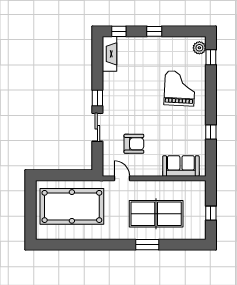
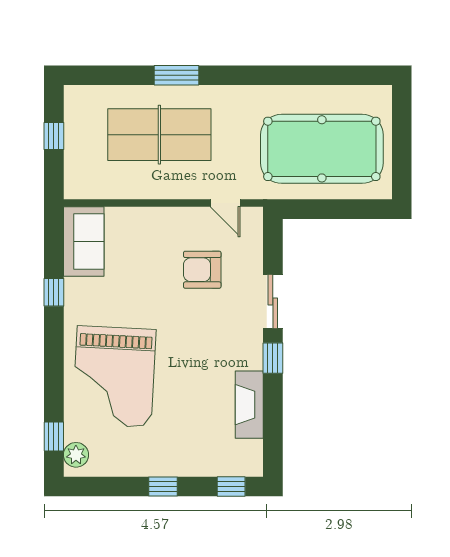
fireplace: (110, 54) -> (249, 405), moved
grand piano: (180, 88) -> (114, 377), width x1.37, depth x1.48
sofa: (181, 166) -> (84, 242), moved, turned -90

